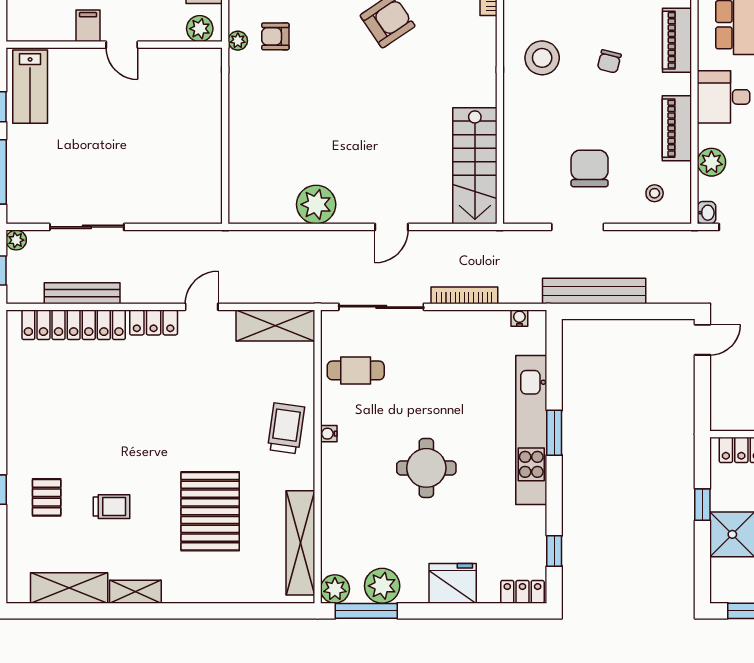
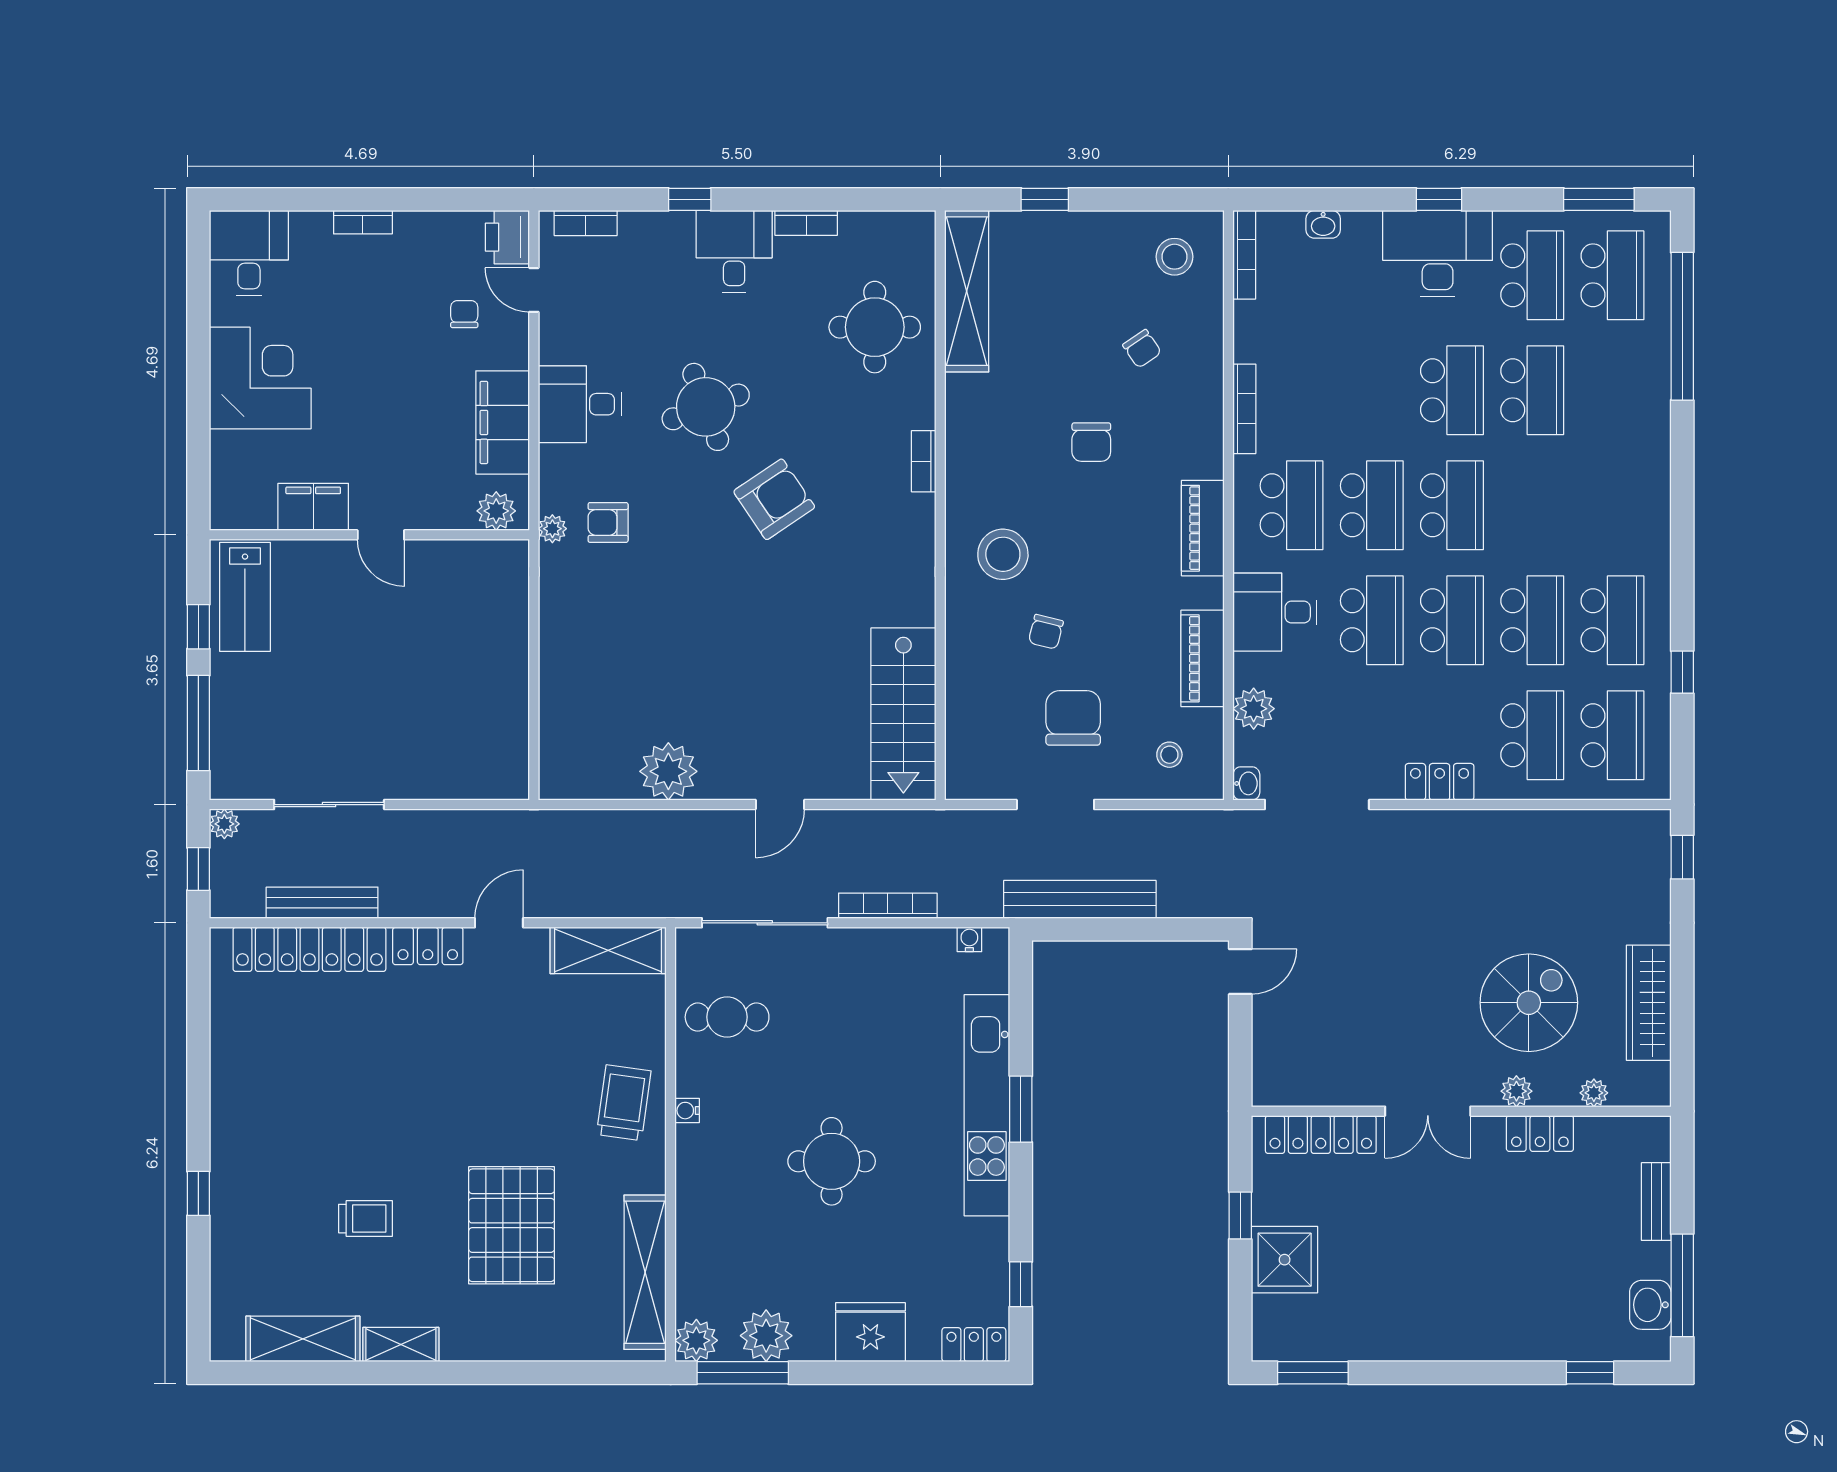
filing cabinet: (88, 26) -> (313, 507), width x2.00
chair: (609, 61) -> (1046, 632), moved
pallet: (47, 497) -> (269, 1205), removed

